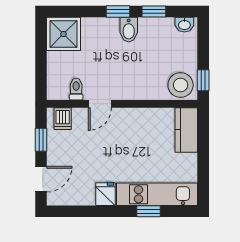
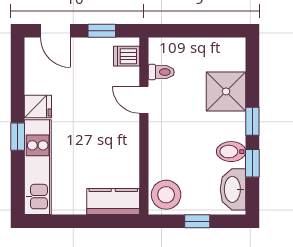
washbasin: (184, 25) -> (233, 189), width x1.91, depth x1.45
bidet: (129, 30) -> (231, 152), moved
shower: (63, 34) -> (226, 91), moved
window: (203, 80) -> (197, 221), moved
window: (148, 211) -> (18, 137), moved

